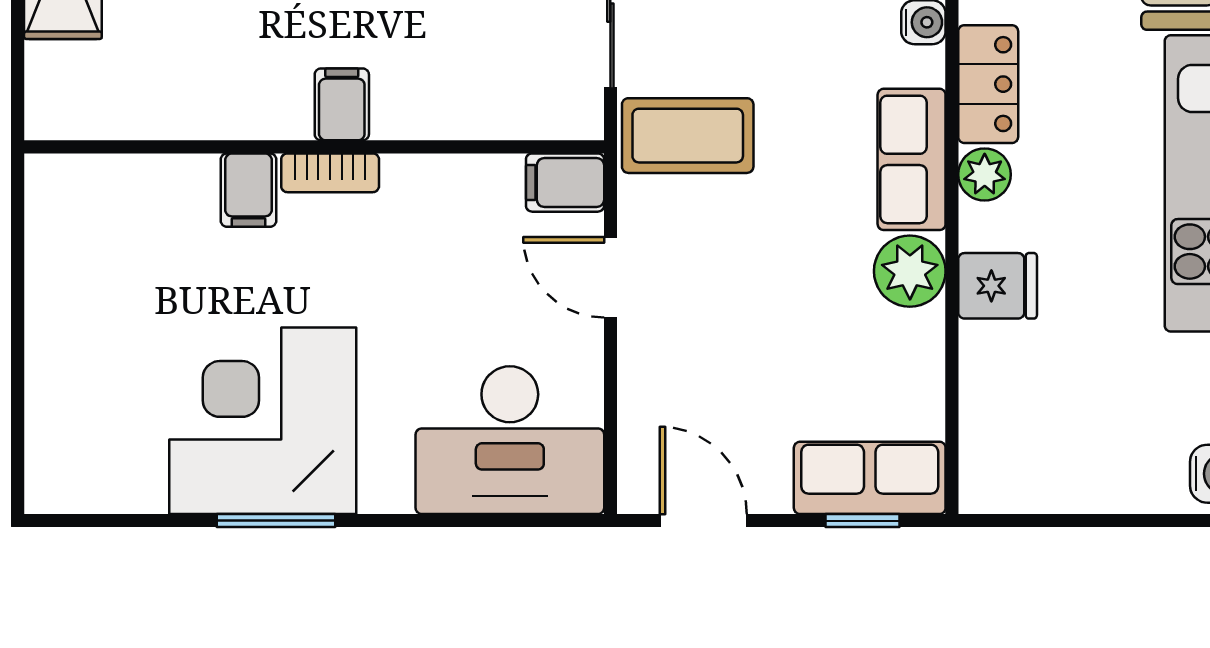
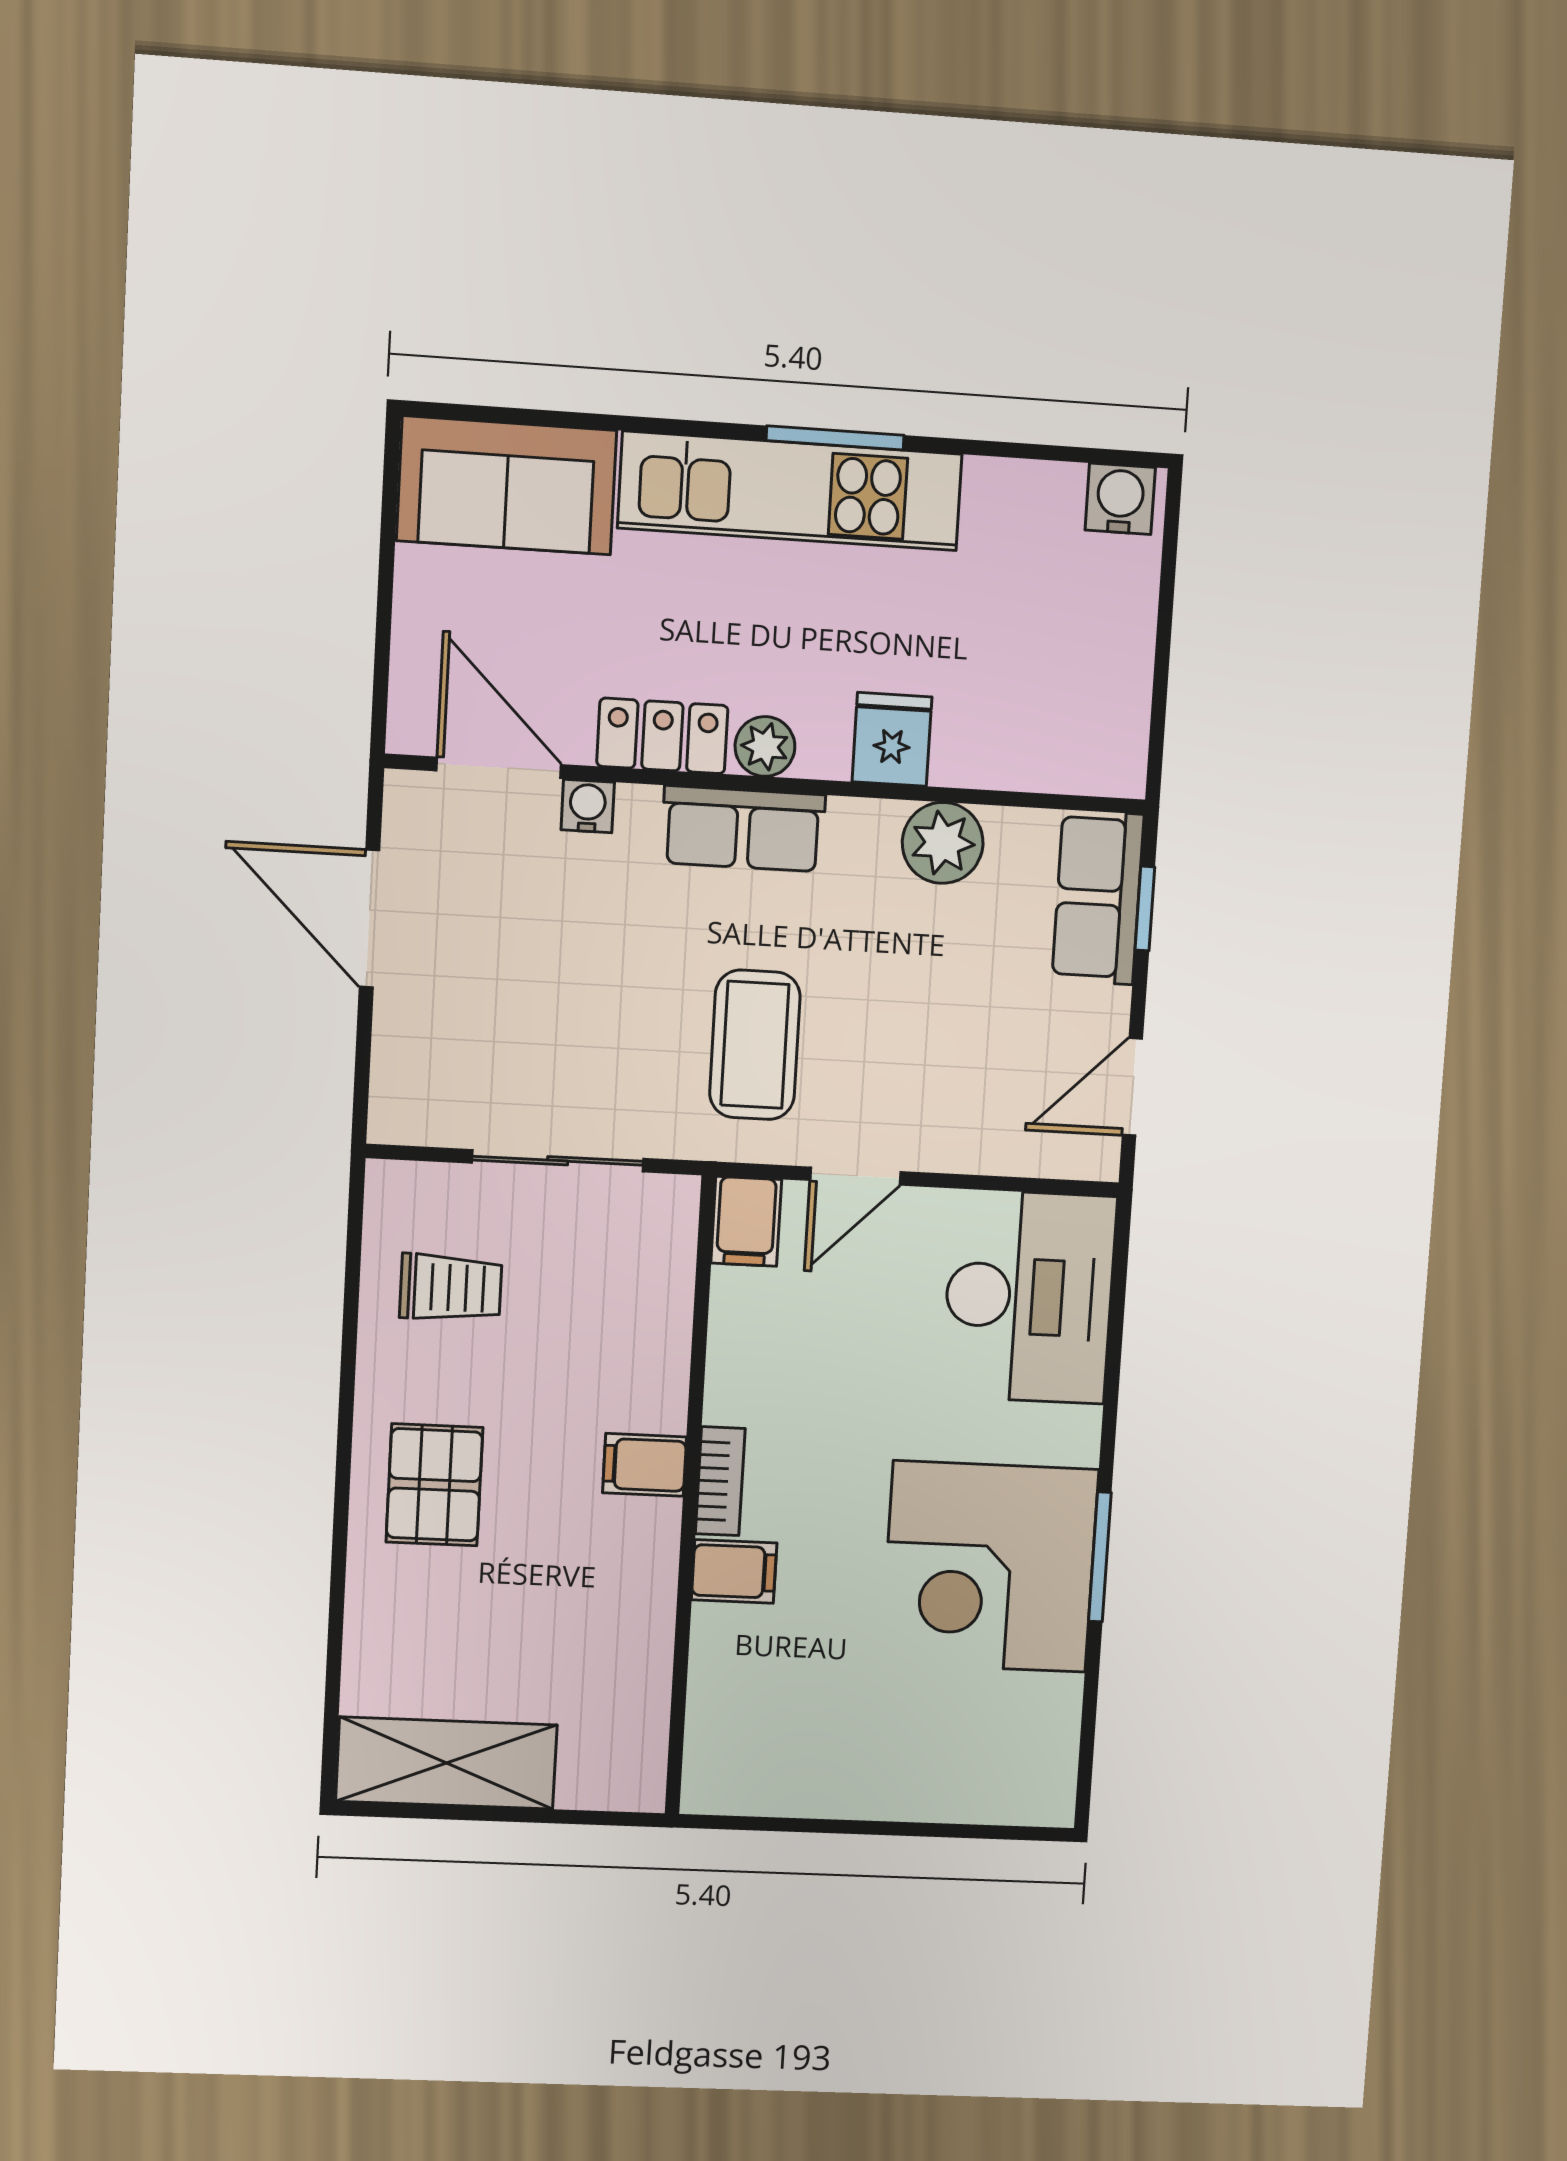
coffee table: (688, 136) -> (755, 1045), moved
plant: (910, 271) -> (943, 843), moved

